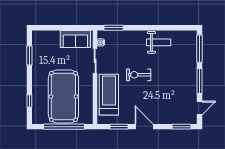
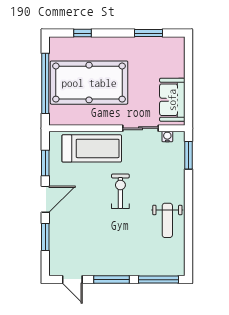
window: (181, 127) -> (45, 237), moved

